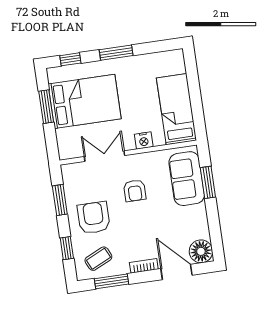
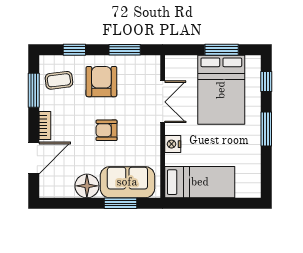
armchair: (135, 191) -> (107, 130), moved
armchair: (94, 218) -> (101, 82), turned -90
floor lamp: (201, 251) -> (87, 186), moved
coffee table: (98, 259) -> (59, 80), turned -72

